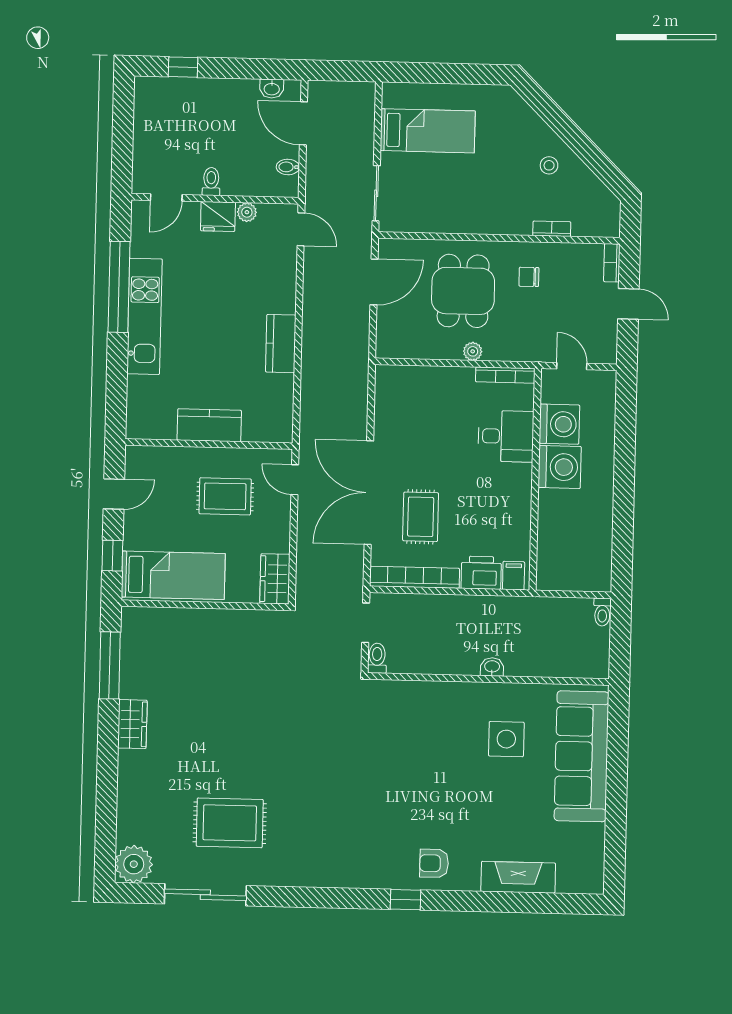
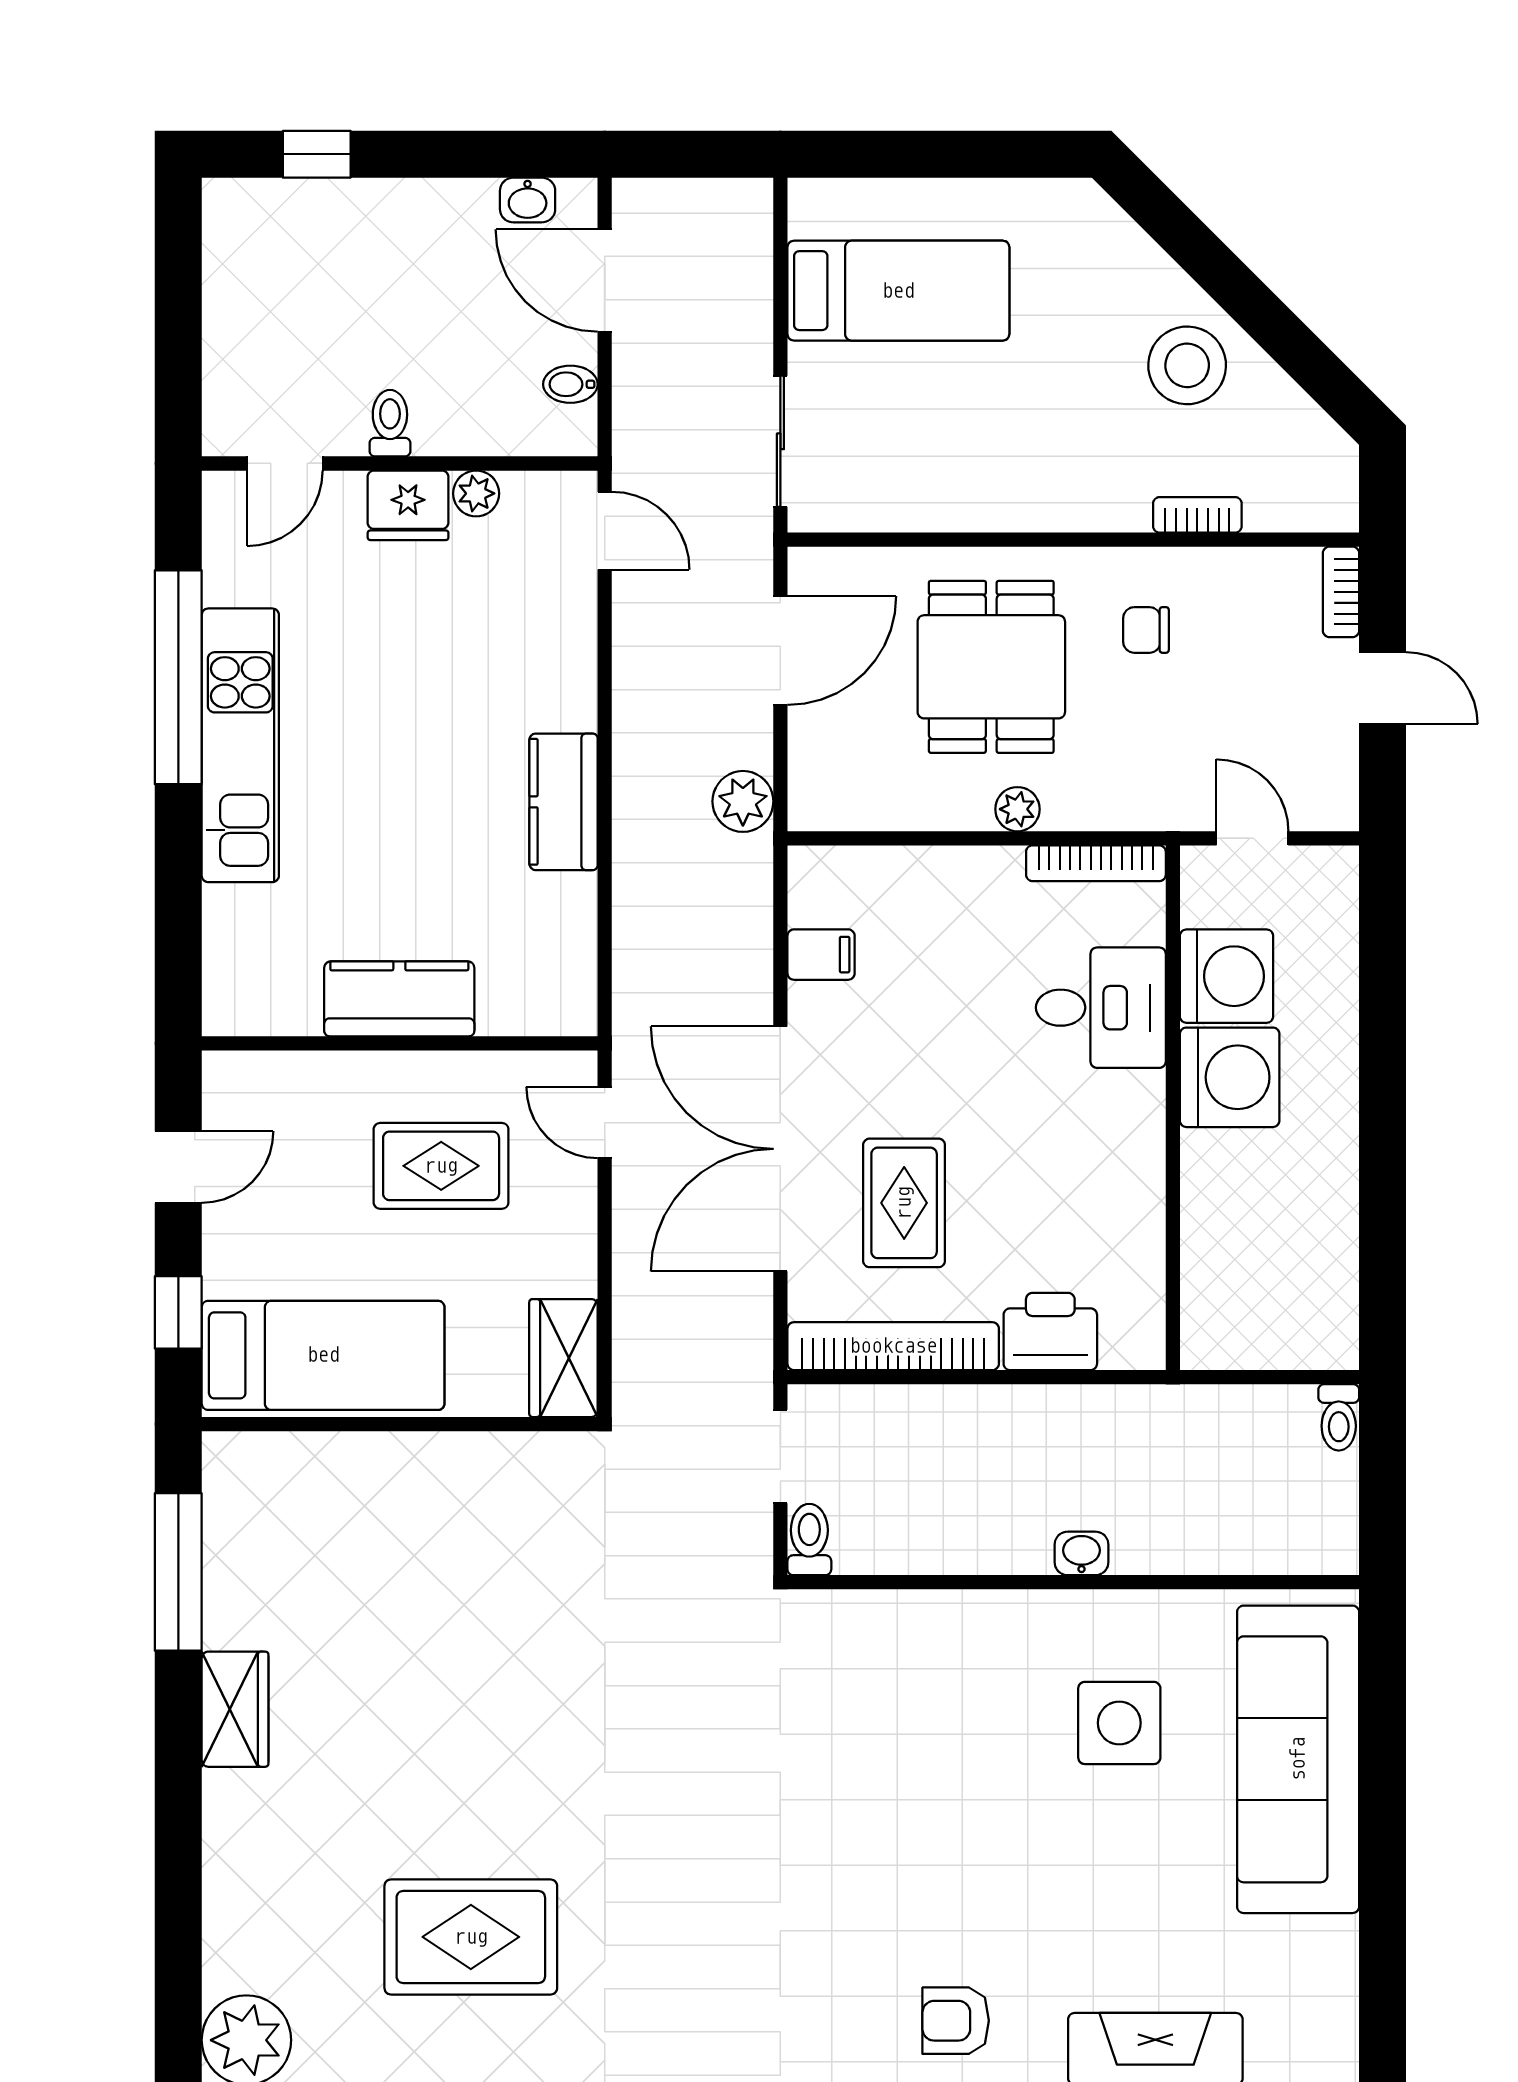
stool: (549, 165) -> (1187, 365), width x1.89, depth x1.89
plant: (357, 345) -> (743, 801), added
filing cabinet: (514, 576) -> (821, 955), moved, turned 90

